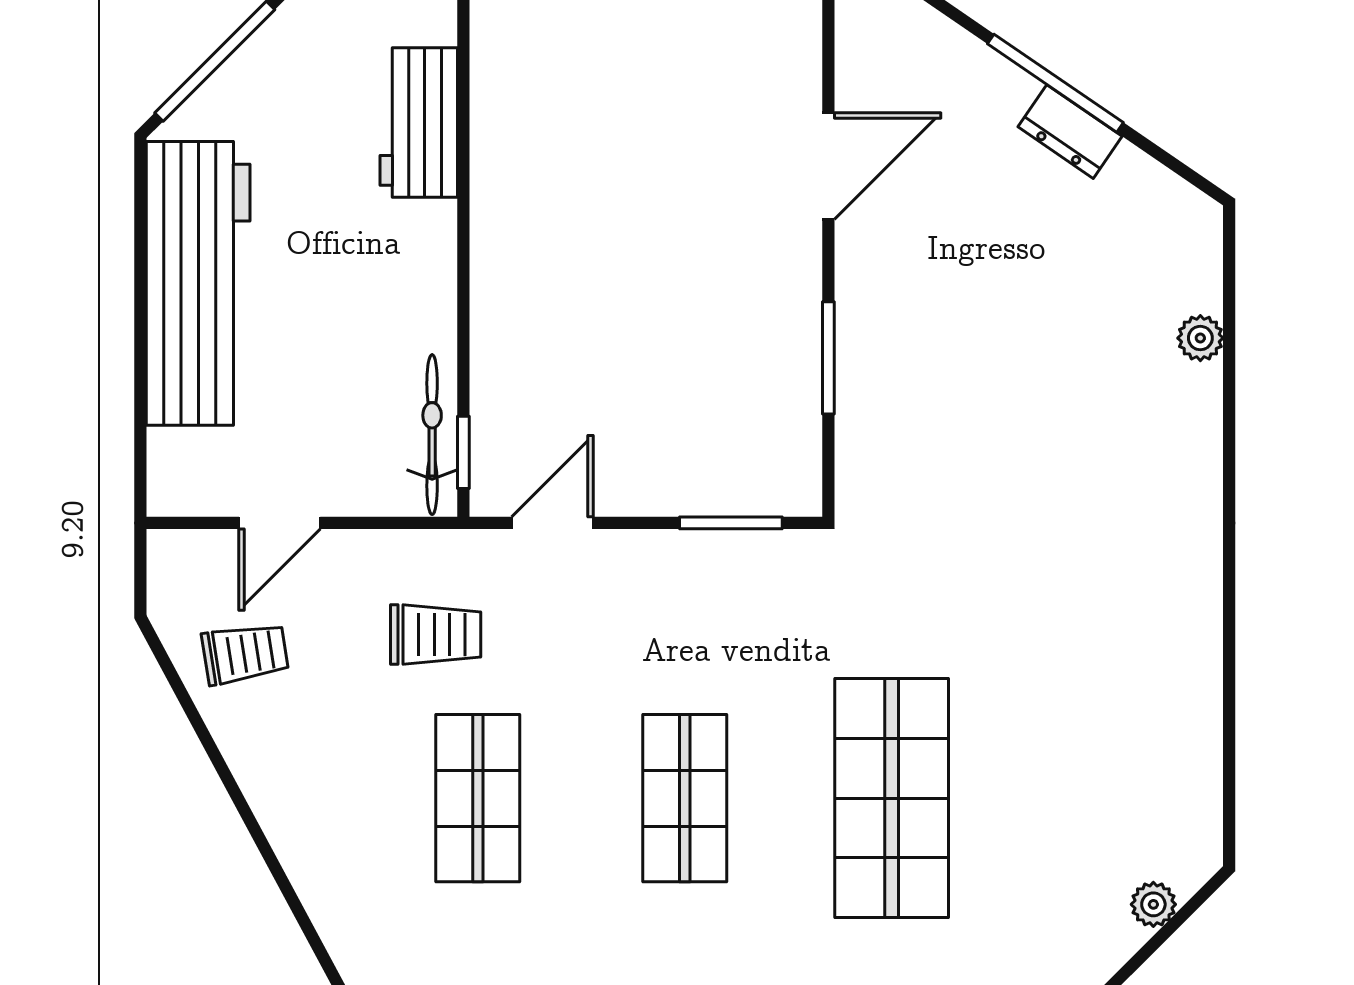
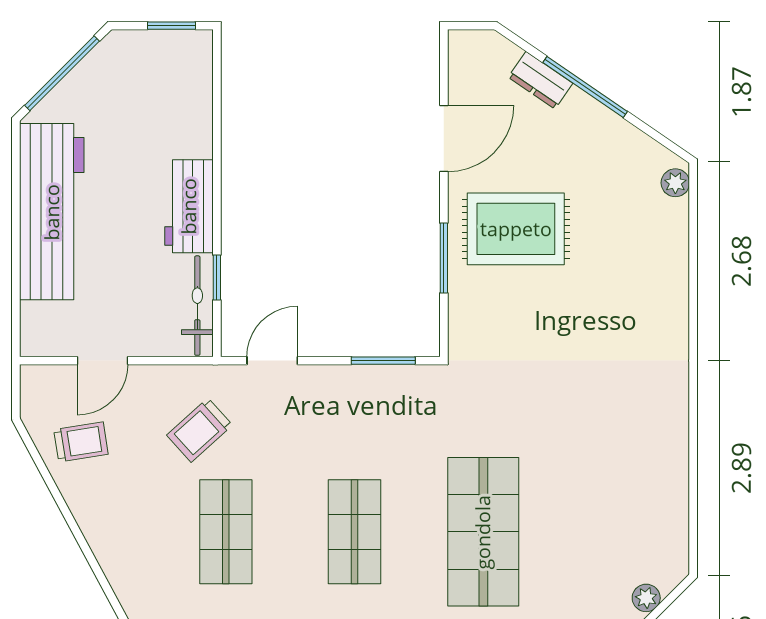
workbench: (419, 122) -> (189, 206), moved
dresser: (1070, 132) -> (540, 80), moved
rug: (944, 311) -> (516, 229), added
plant: (1200, 338) -> (675, 183), moved
window: (463, 452) -> (217, 277), moved
trolley: (436, 635) -> (200, 430), turned 138

